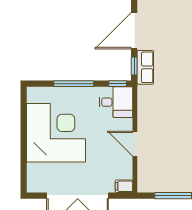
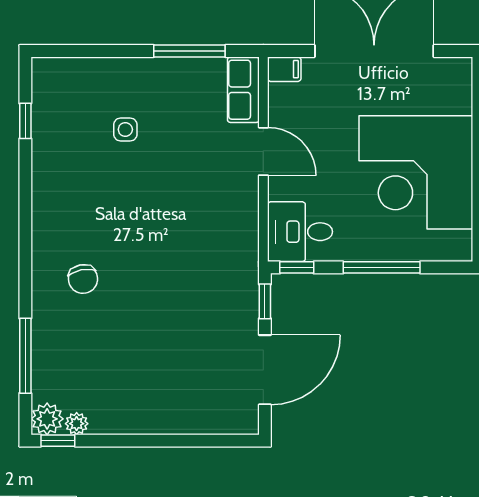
row of seats: (145, 67) -> (243, 90), moved

